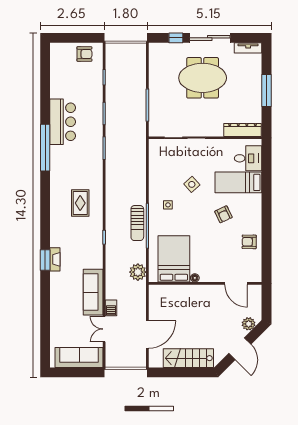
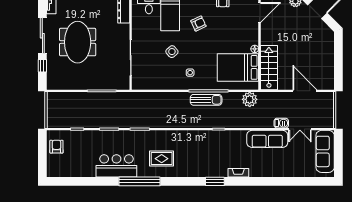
rug: (80, 203) -> (162, 159), moved
window: (45, 260) -> (215, 181), moved
stairs: (188, 358) -> (269, 68), moved, turned 180

